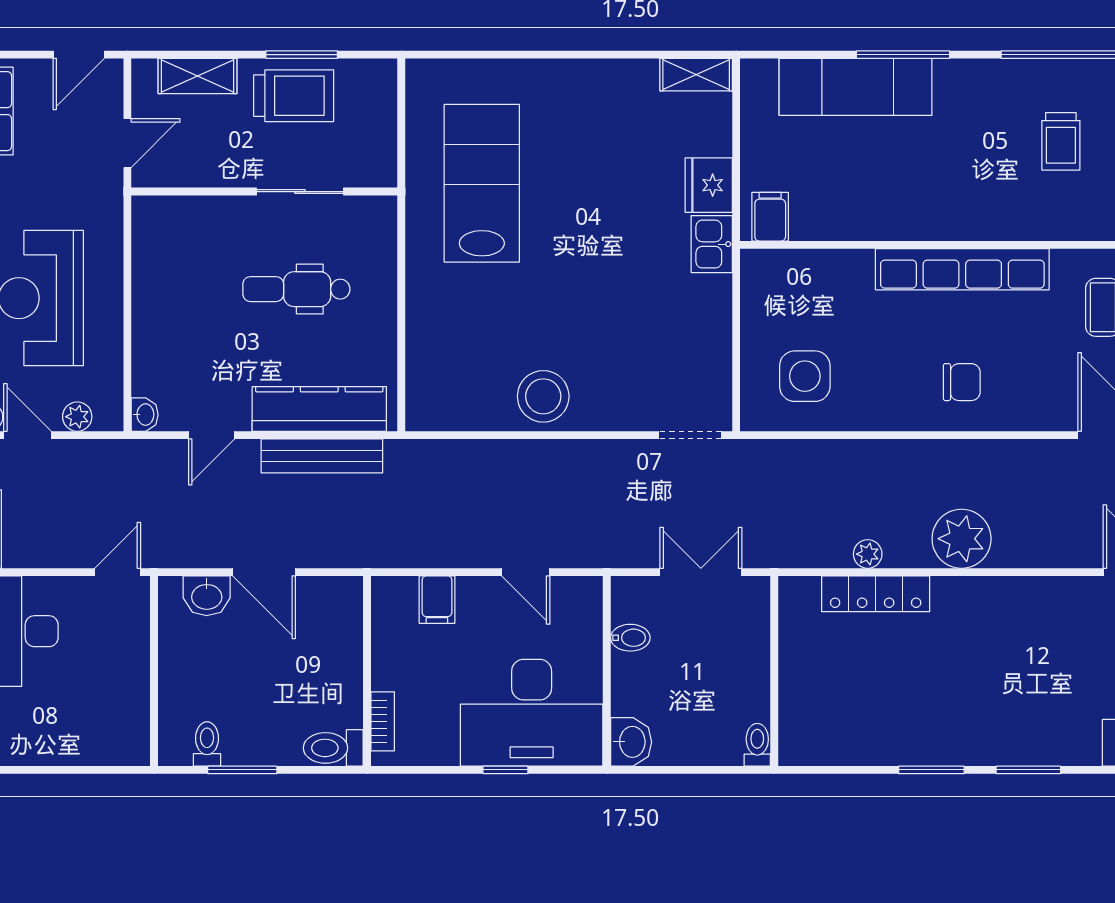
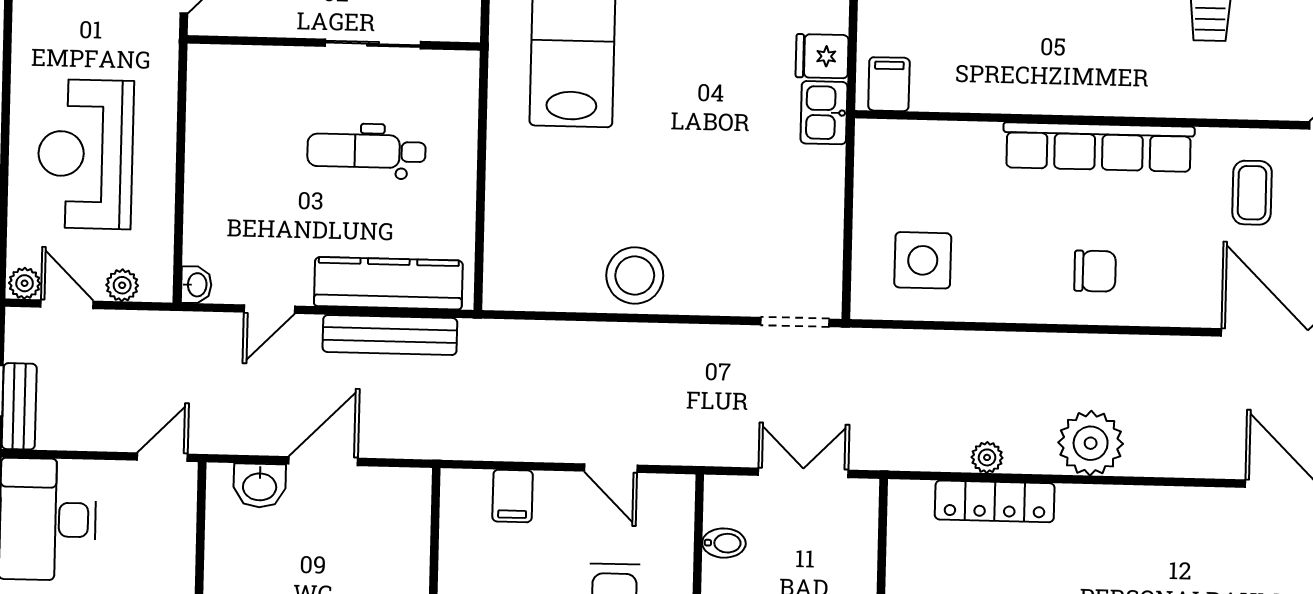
fridge: (709, 185) -> (822, 56), width x0.72
door: (264, 572) -> (323, 461), swing flipped

